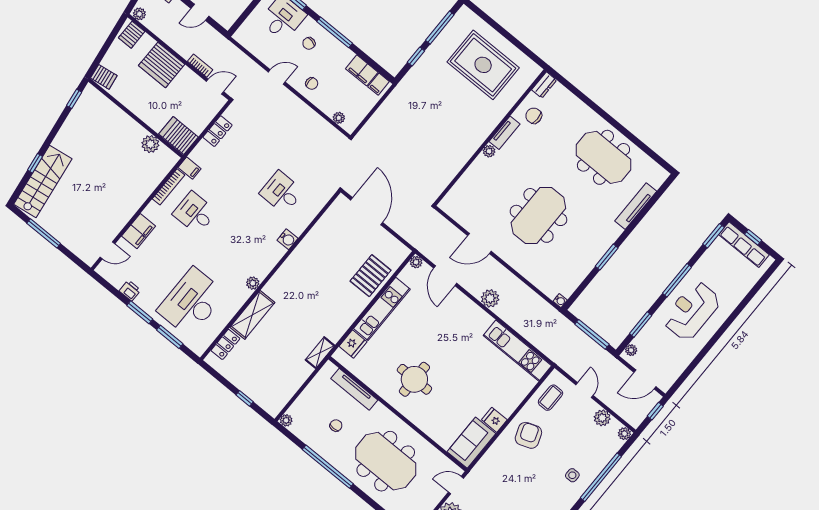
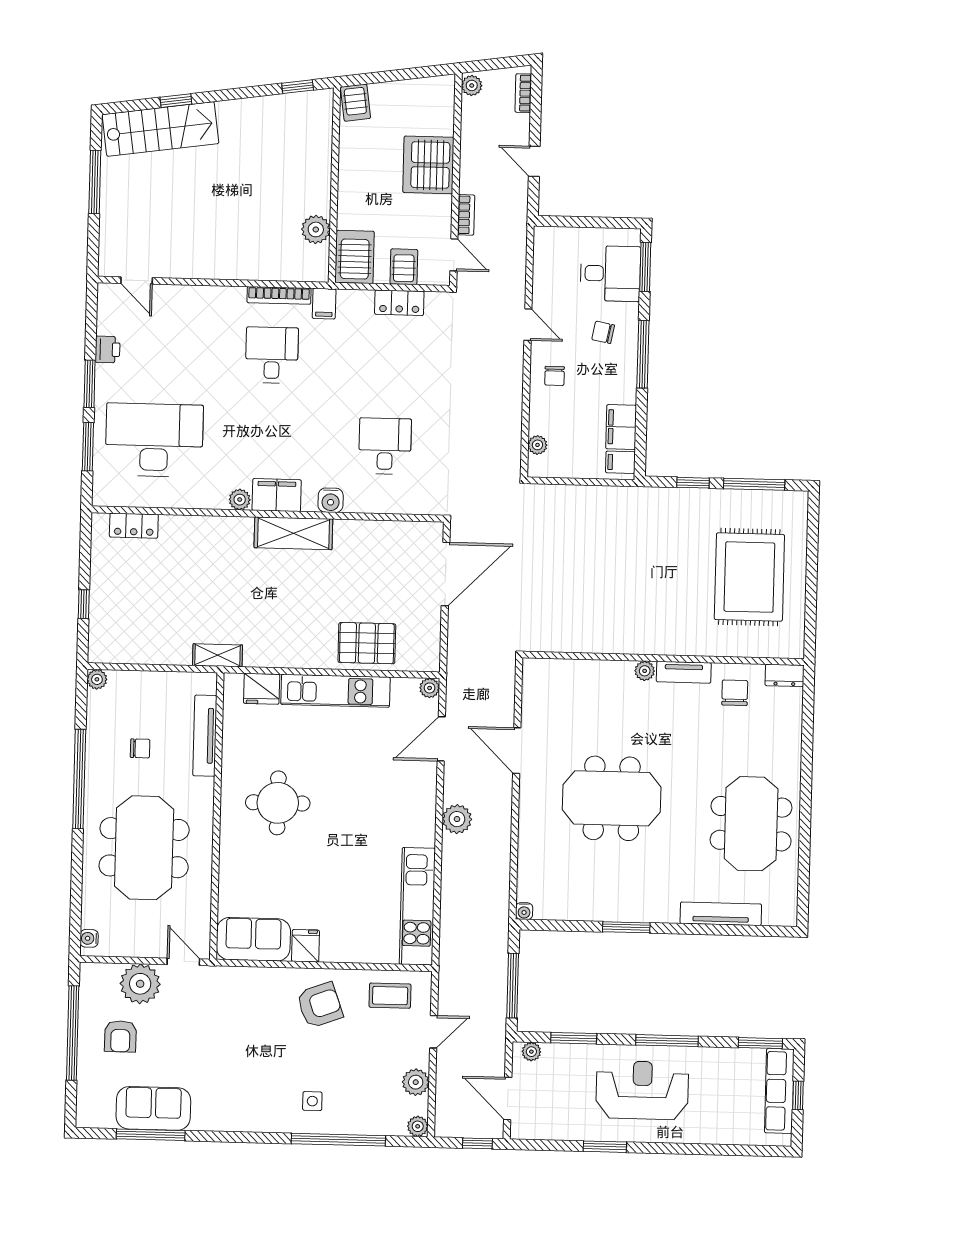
server rack: (132, 35) -> (404, 267), moved, turned 90
filing cabinet: (139, 231) -> (277, 495), moved, turned 180
shelving: (252, 315) -> (293, 533), moved
window: (705, 350) -> (605, 1147), added

